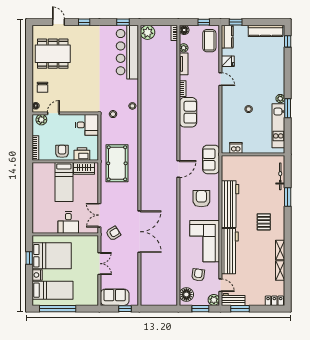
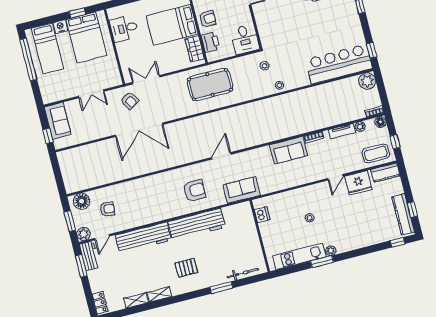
window: (236, 22) -> (412, 210), moved
fridge: (228, 61) -> (358, 183), width x1.88, depth x1.34
door: (178, 169) -> (221, 156), swing flipped
bed: (64, 182) -> (172, 25), width x1.50
desk: (68, 223) -> (124, 29), moved
corner sofa: (205, 241) -> (147, 206), removed

